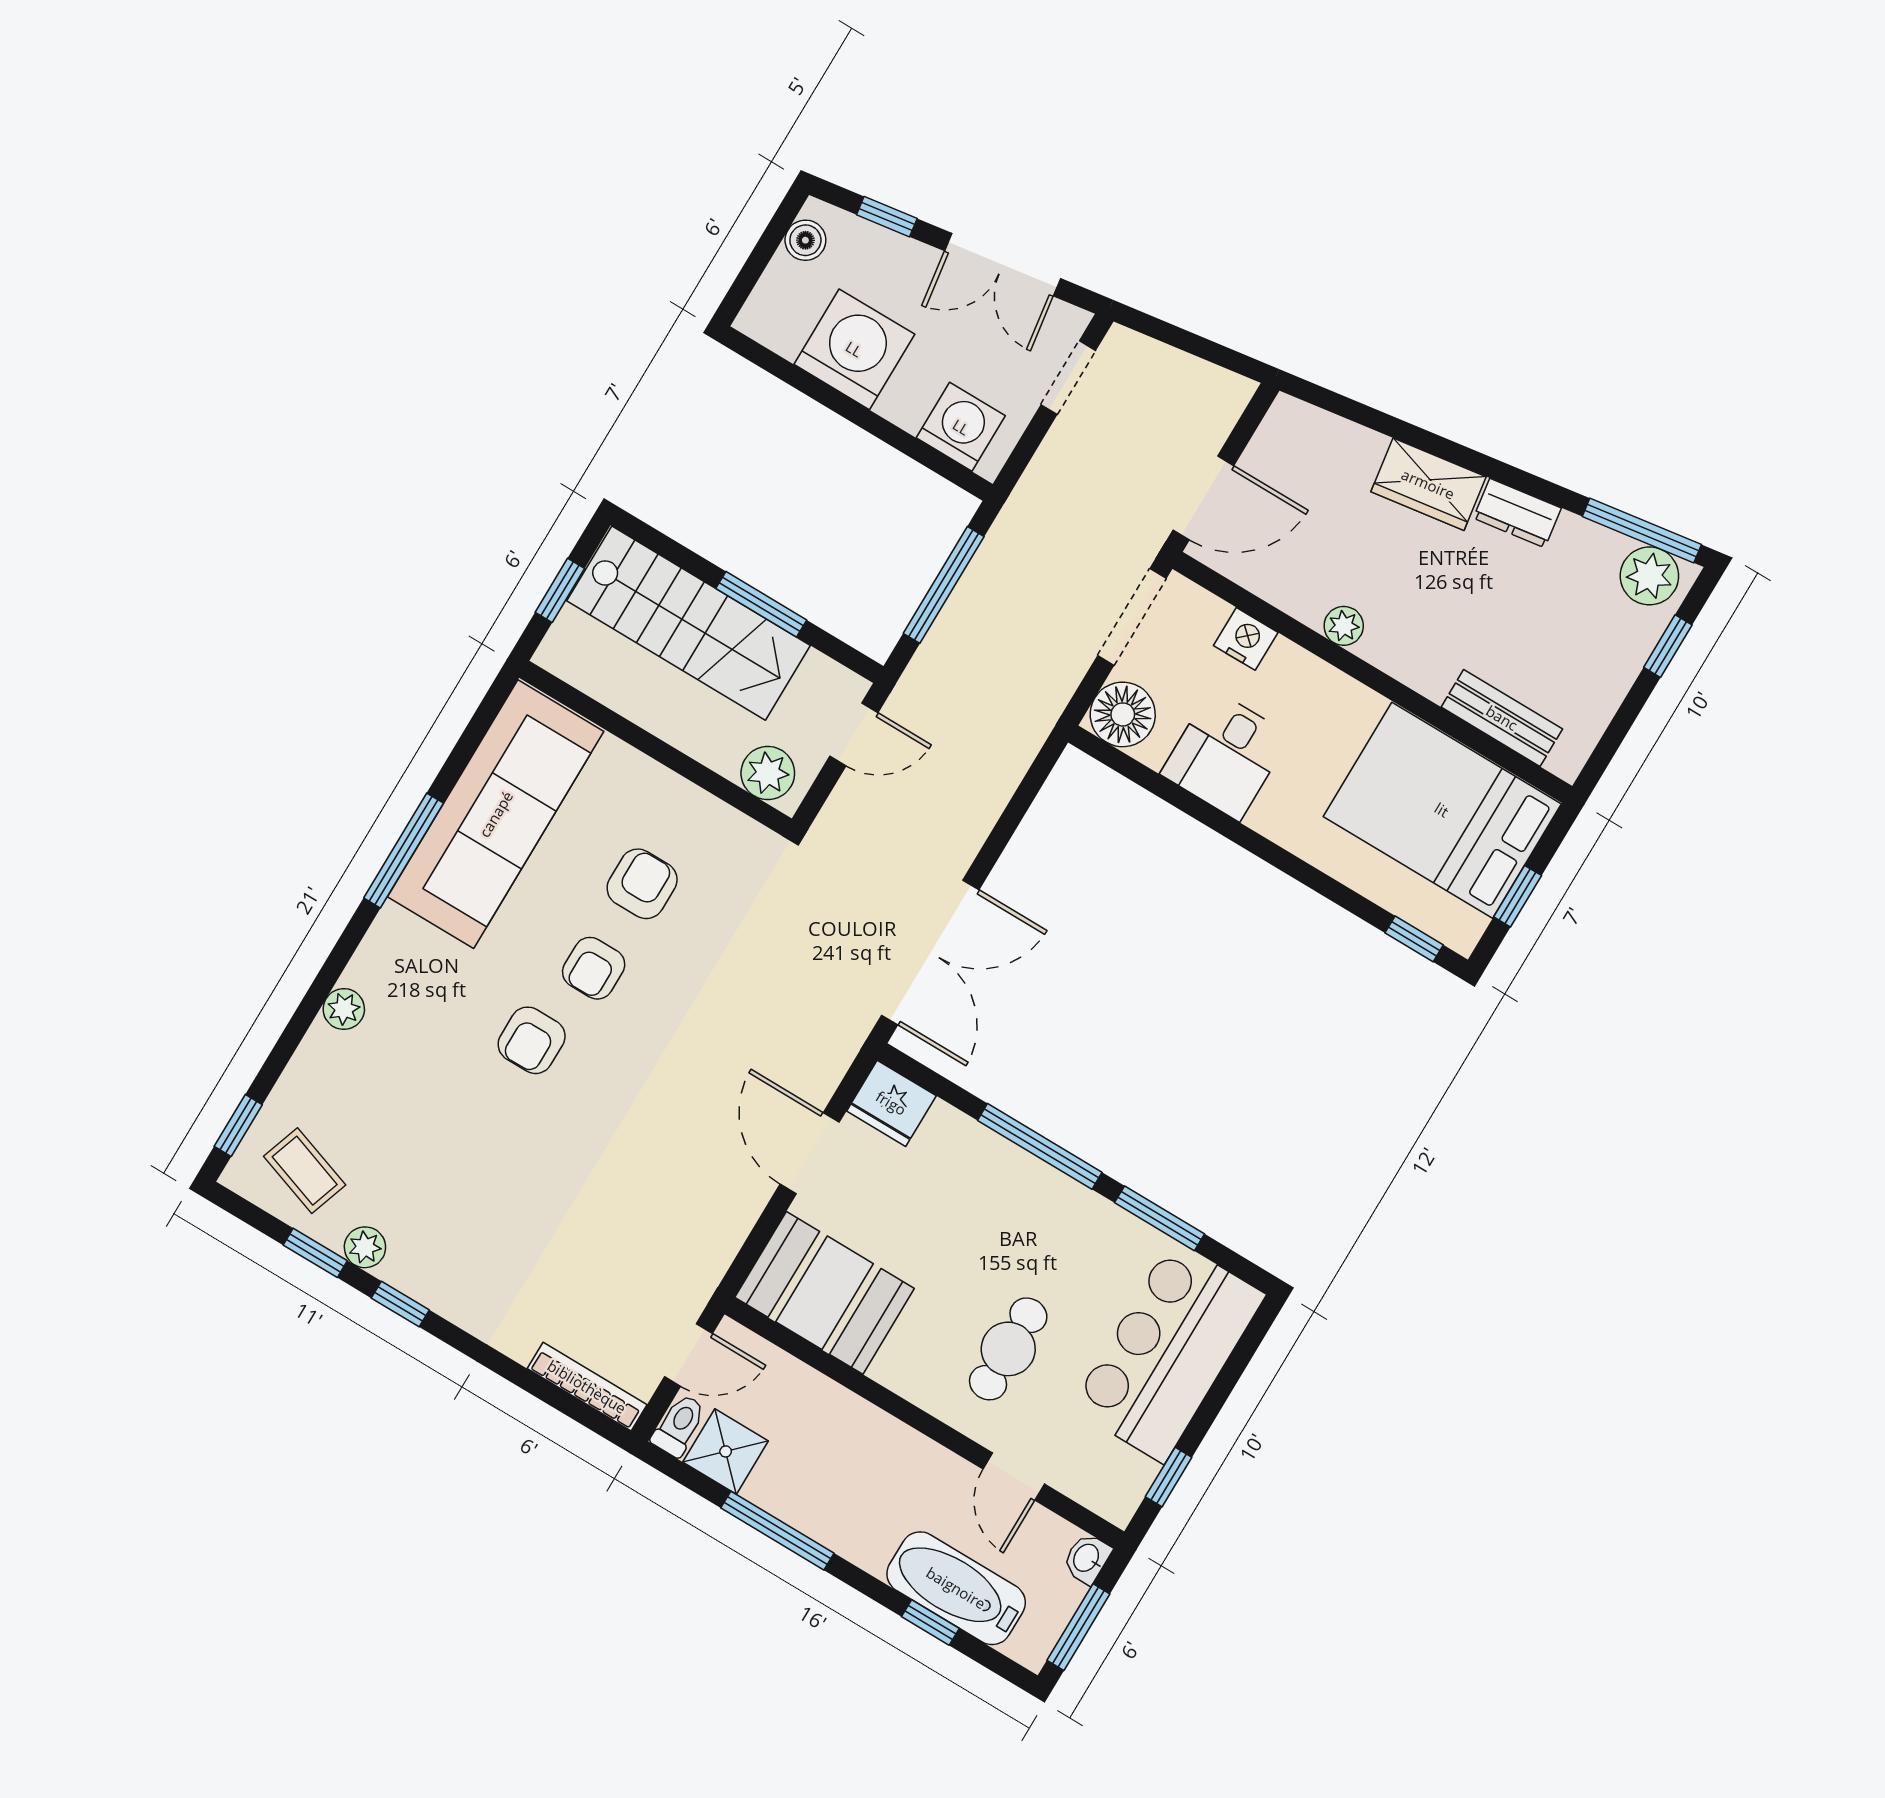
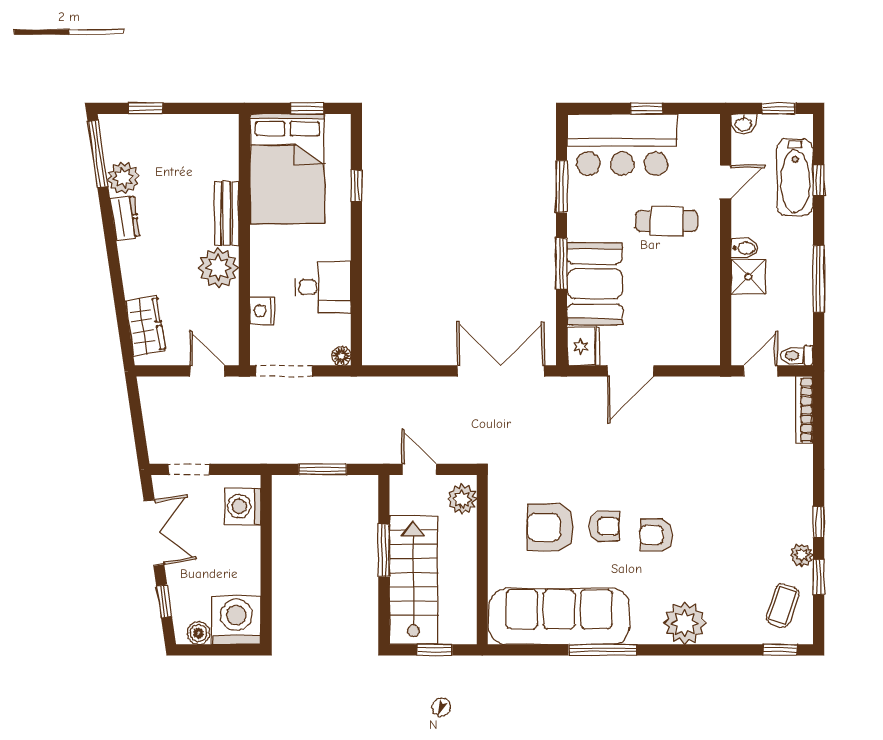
washing machine: (854, 349) -> (236, 620), moved, turned 90
wardrobe: (1428, 484) -> (145, 326), moved
door: (1203, 498) -> (207, 371), width x0.73
plant: (1649, 576) -> (123, 178), moved
window: (944, 585) -> (323, 469), width x0.69
plant: (1344, 626) -> (219, 268), width x1.87, depth x1.87
floor lamp: (1123, 714) -> (341, 356), width x0.53, depth x0.53
bench: (1502, 718) -> (227, 214), moved
armchair: (642, 884) -> (550, 527), width x1.38, depth x1.38
window: (1414, 939) -> (356, 186), moved
plant: (344, 1009) -> (685, 623), width x1.88, depth x1.88
armchair: (532, 1040) -> (656, 535), turned 180
window: (1040, 1146) -> (562, 264), width x0.69
booth: (825, 1293) -> (595, 284), moved
door: (688, 1355) -> (761, 371), hinge flipped
bidet: (894, 1444) -> (744, 248), added
shower: (726, 1451) -> (748, 277), moved
window: (1169, 1477) -> (647, 108), moved
window: (1078, 1627) -> (779, 108), width x0.67

